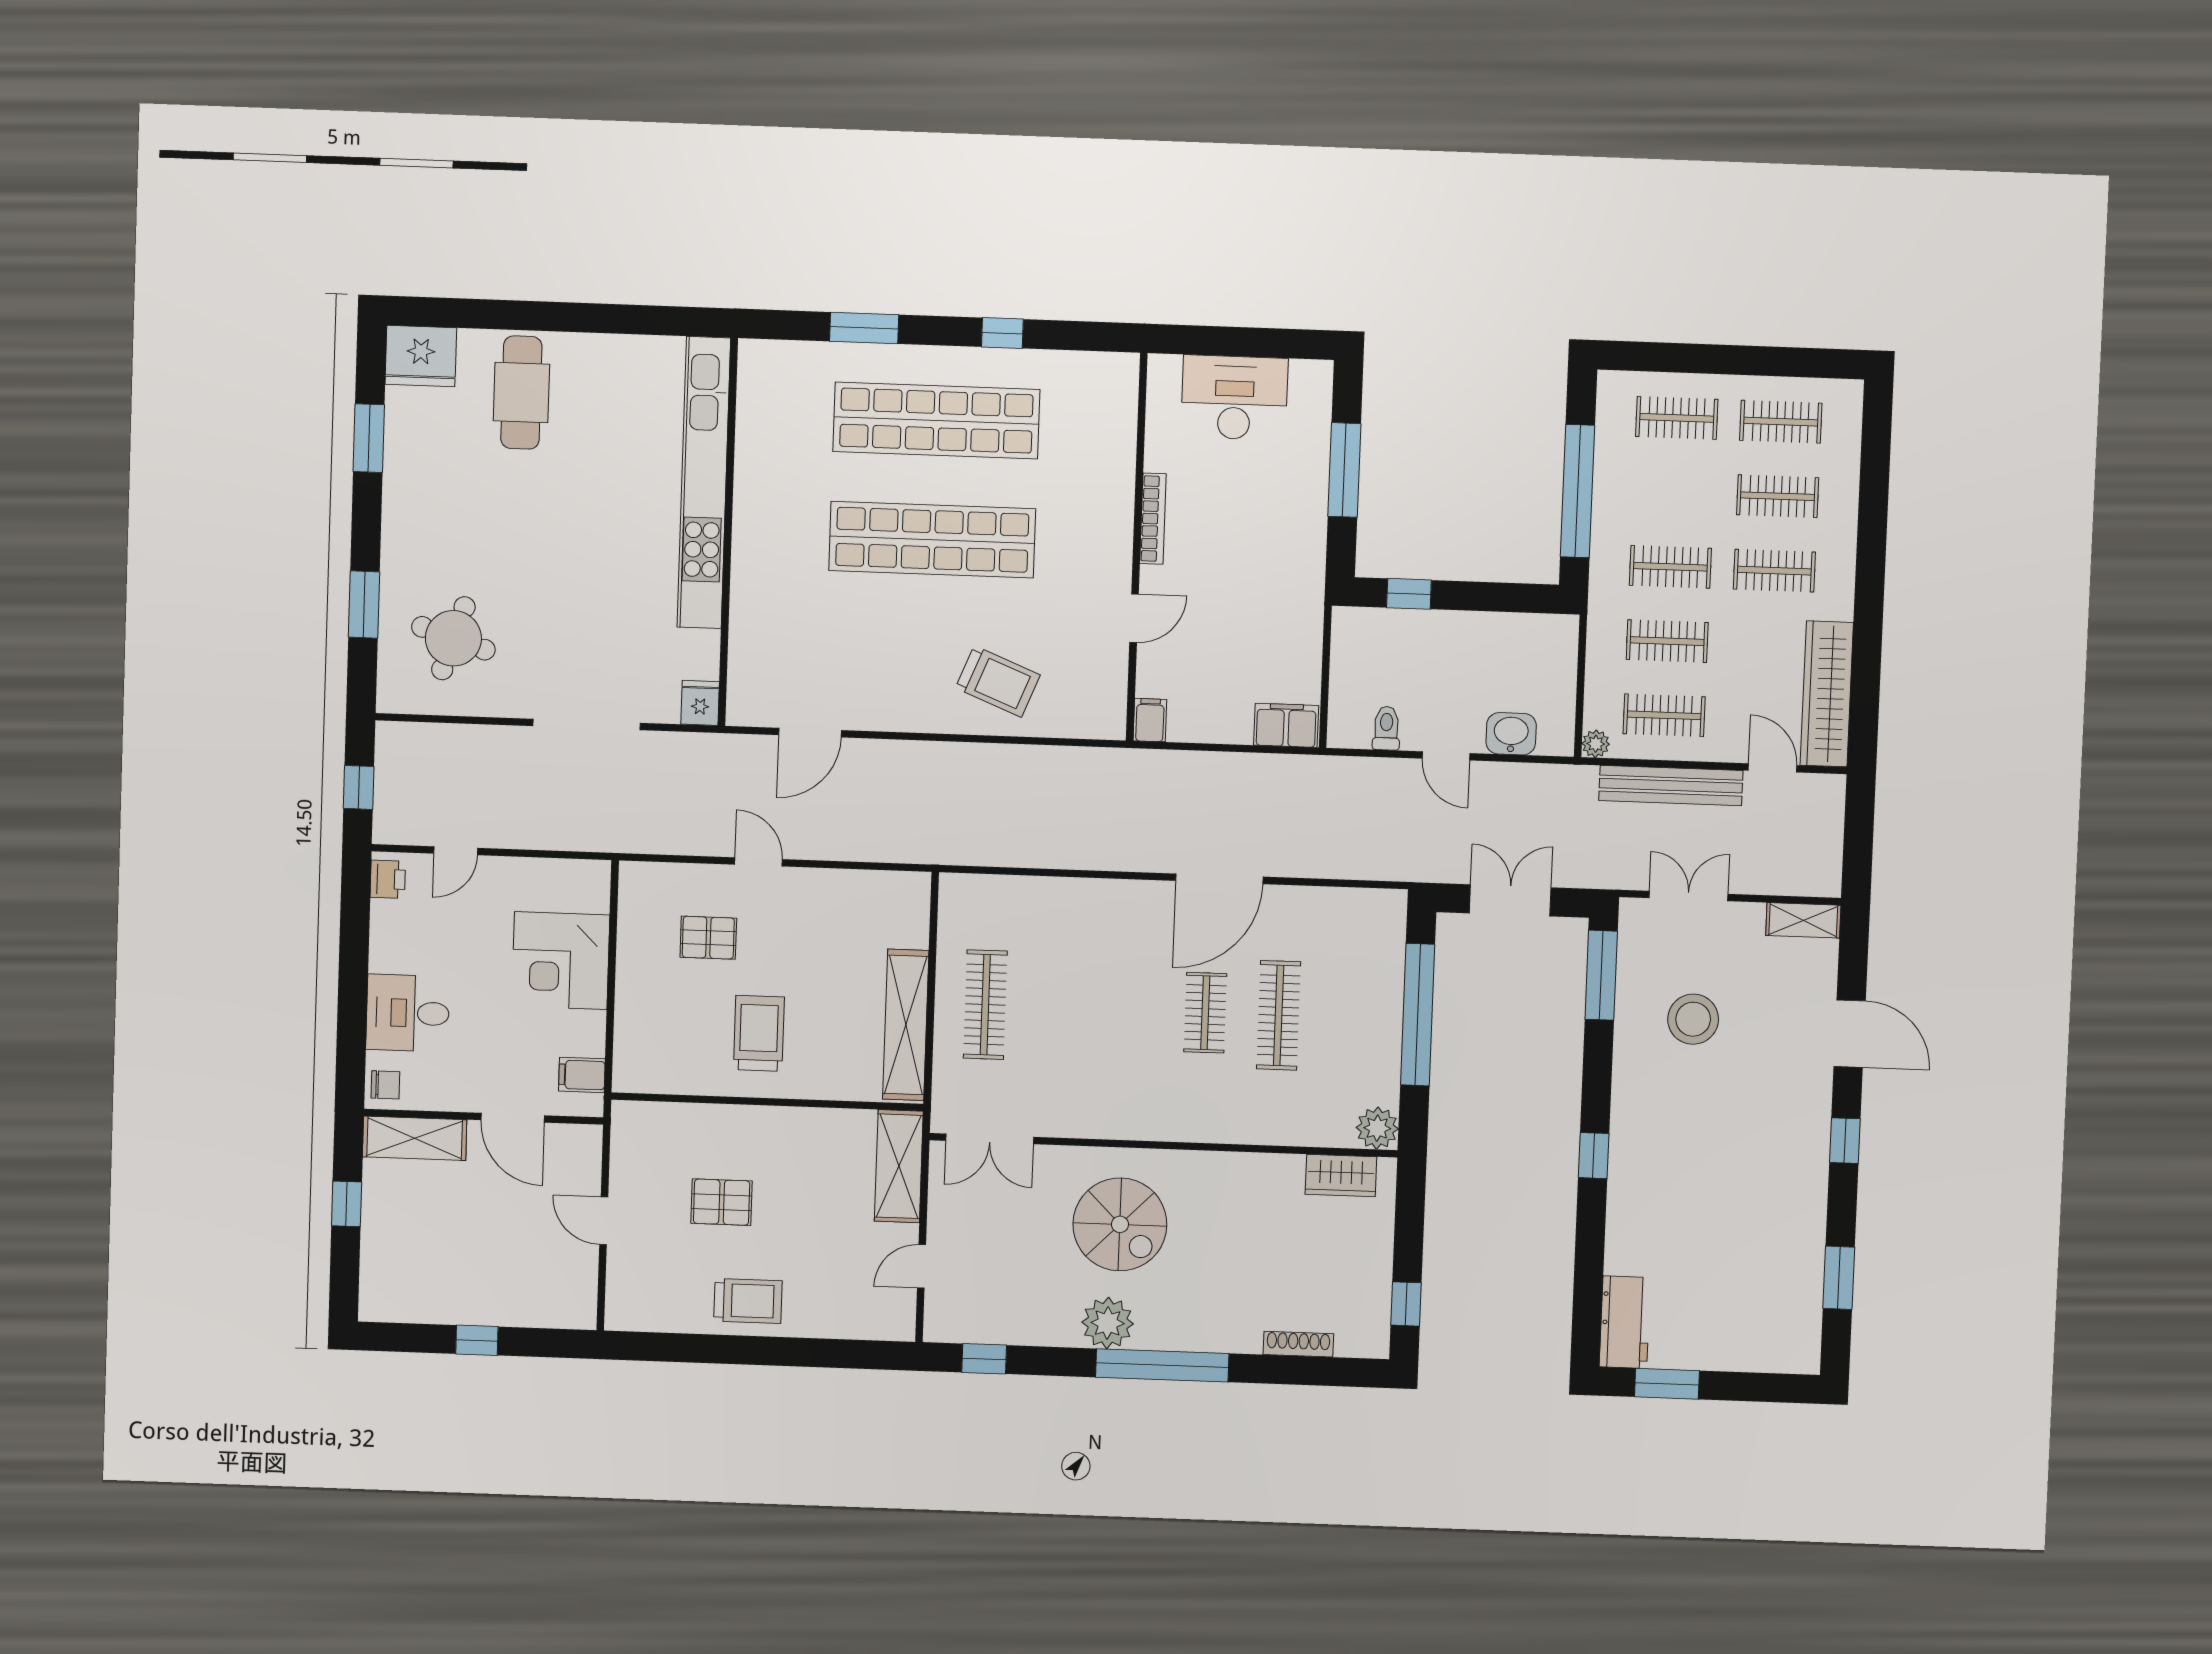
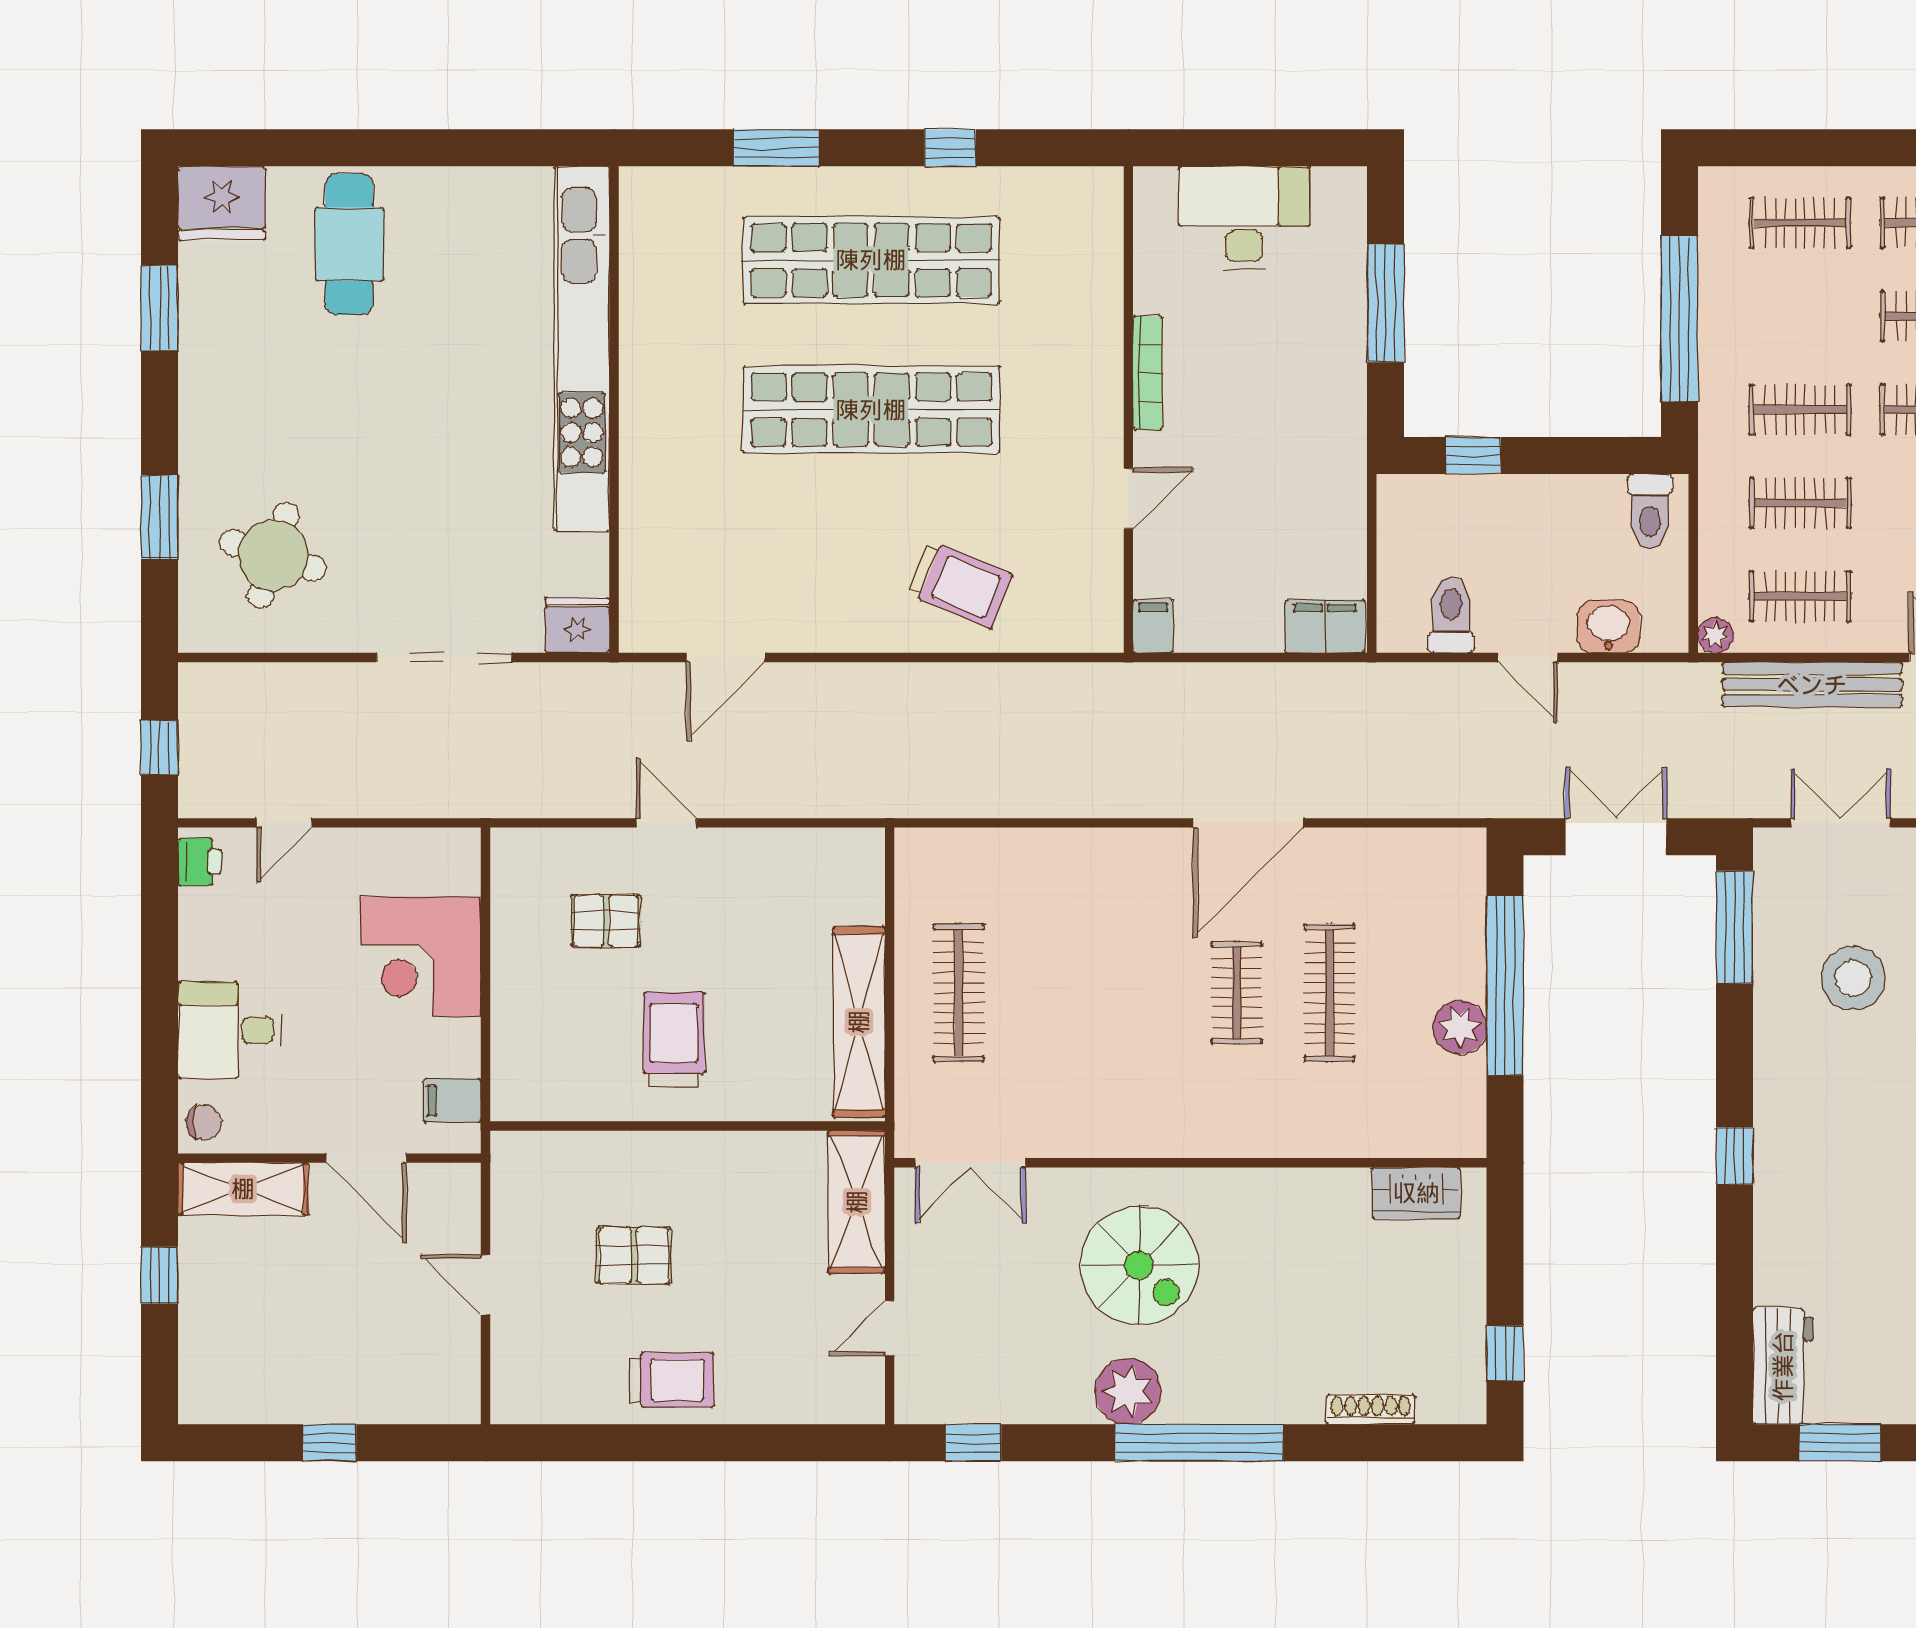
toilet: (1548, 643) -> (1650, 511), added
fridge: (700, 703) -> (577, 625), width x1.38
toilet: (1386, 728) -> (1451, 615), width x1.37, depth x1.39
plant: (1377, 1128) -> (1460, 1027), moved

